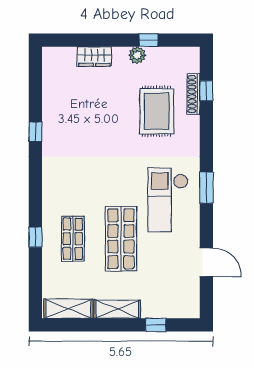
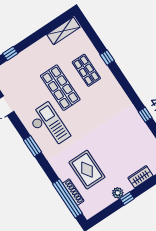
window: (149, 40) -> (127, 199), moved
window: (206, 91) -> (67, 199), width x3.17
shelving: (117, 309) -> (37, 48), removed

